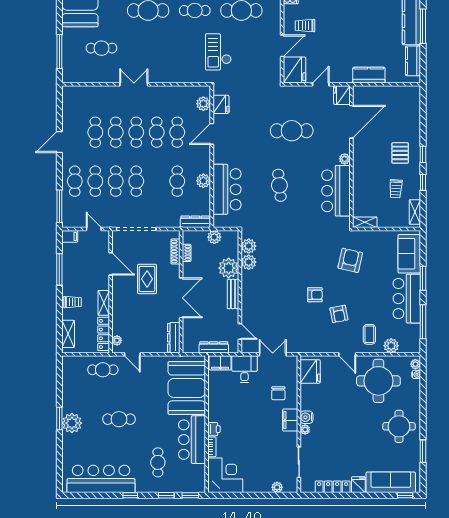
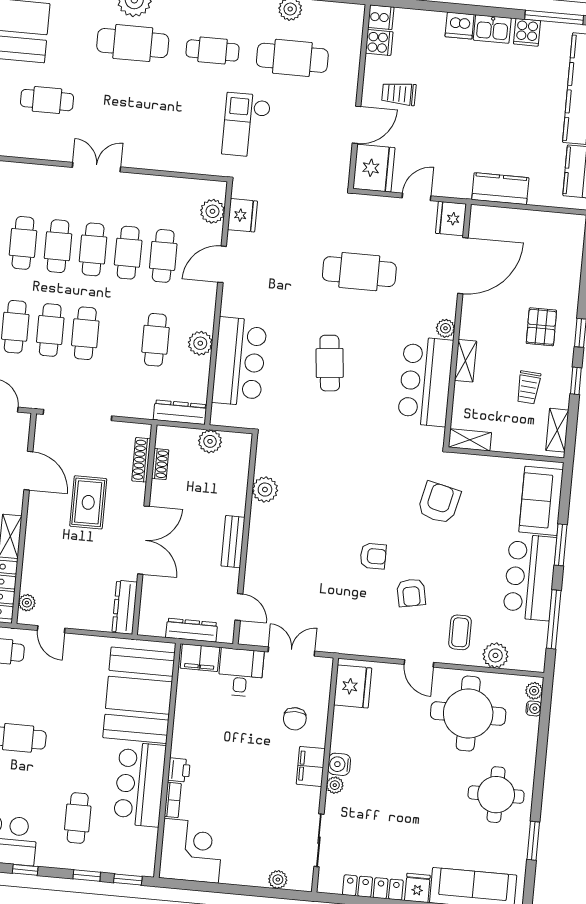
shelving: (358, 177) -> (466, 361), added
plant: (249, 246) -> (267, 462), removed
plant: (229, 268) -> (230, 497), removed

